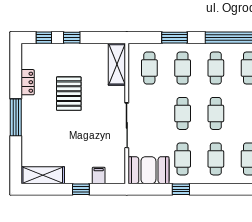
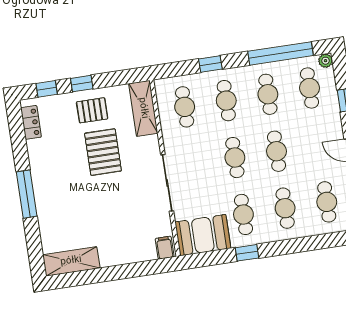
window: (174, 38) -> (210, 64), width x0.67
pallet: (77, 60) -> (92, 110), added
locker: (28, 82) -> (31, 122), moved
pallet: (69, 94) -> (103, 152), moved
filing cabinet: (99, 175) -> (165, 248), moved
window: (81, 189) -> (122, 272), removed

